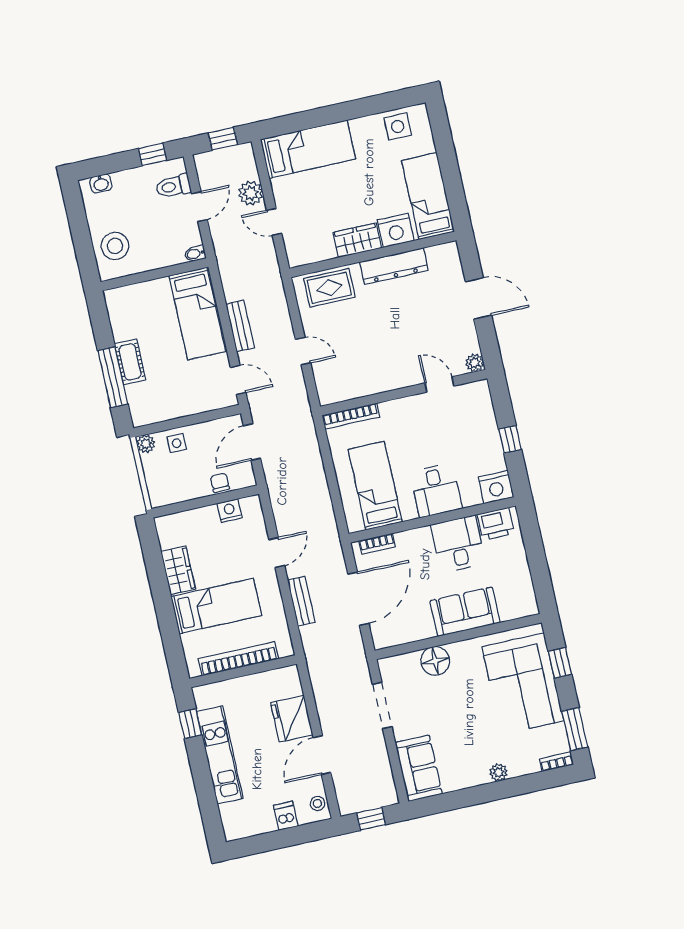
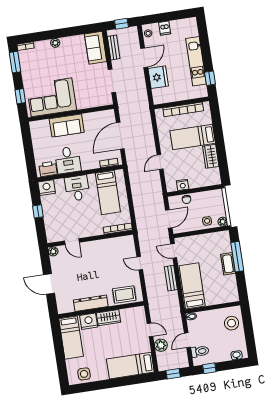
bench: (301, 601) -> (114, 48), moved
floor lamp: (435, 661) -> (83, 102), removed
corner sofa: (523, 684) -> (51, 97), moved, turned -90

